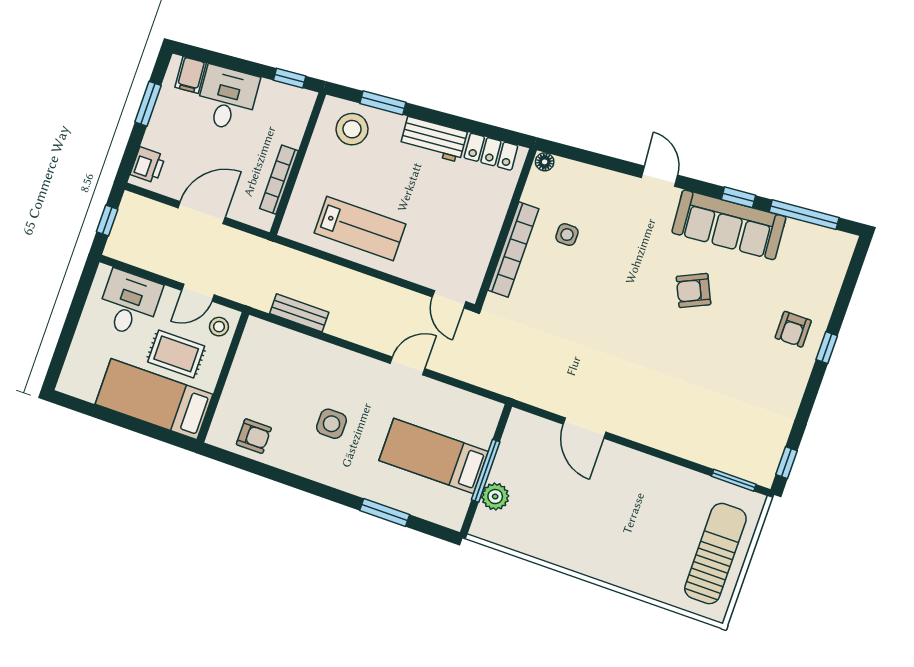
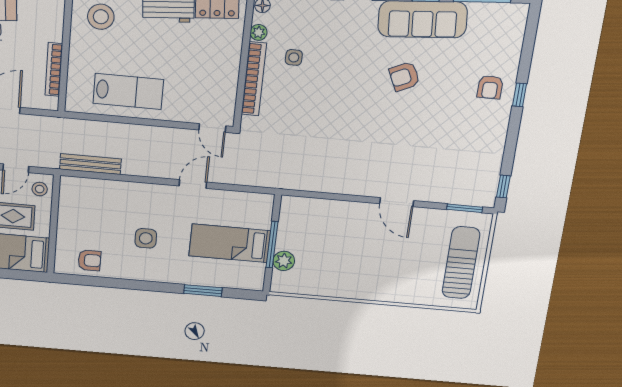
plant: (532, 194) -> (259, 32), added
bench: (299, 313) -> (90, 164), width x1.36
door: (585, 428) -> (397, 202), moved

